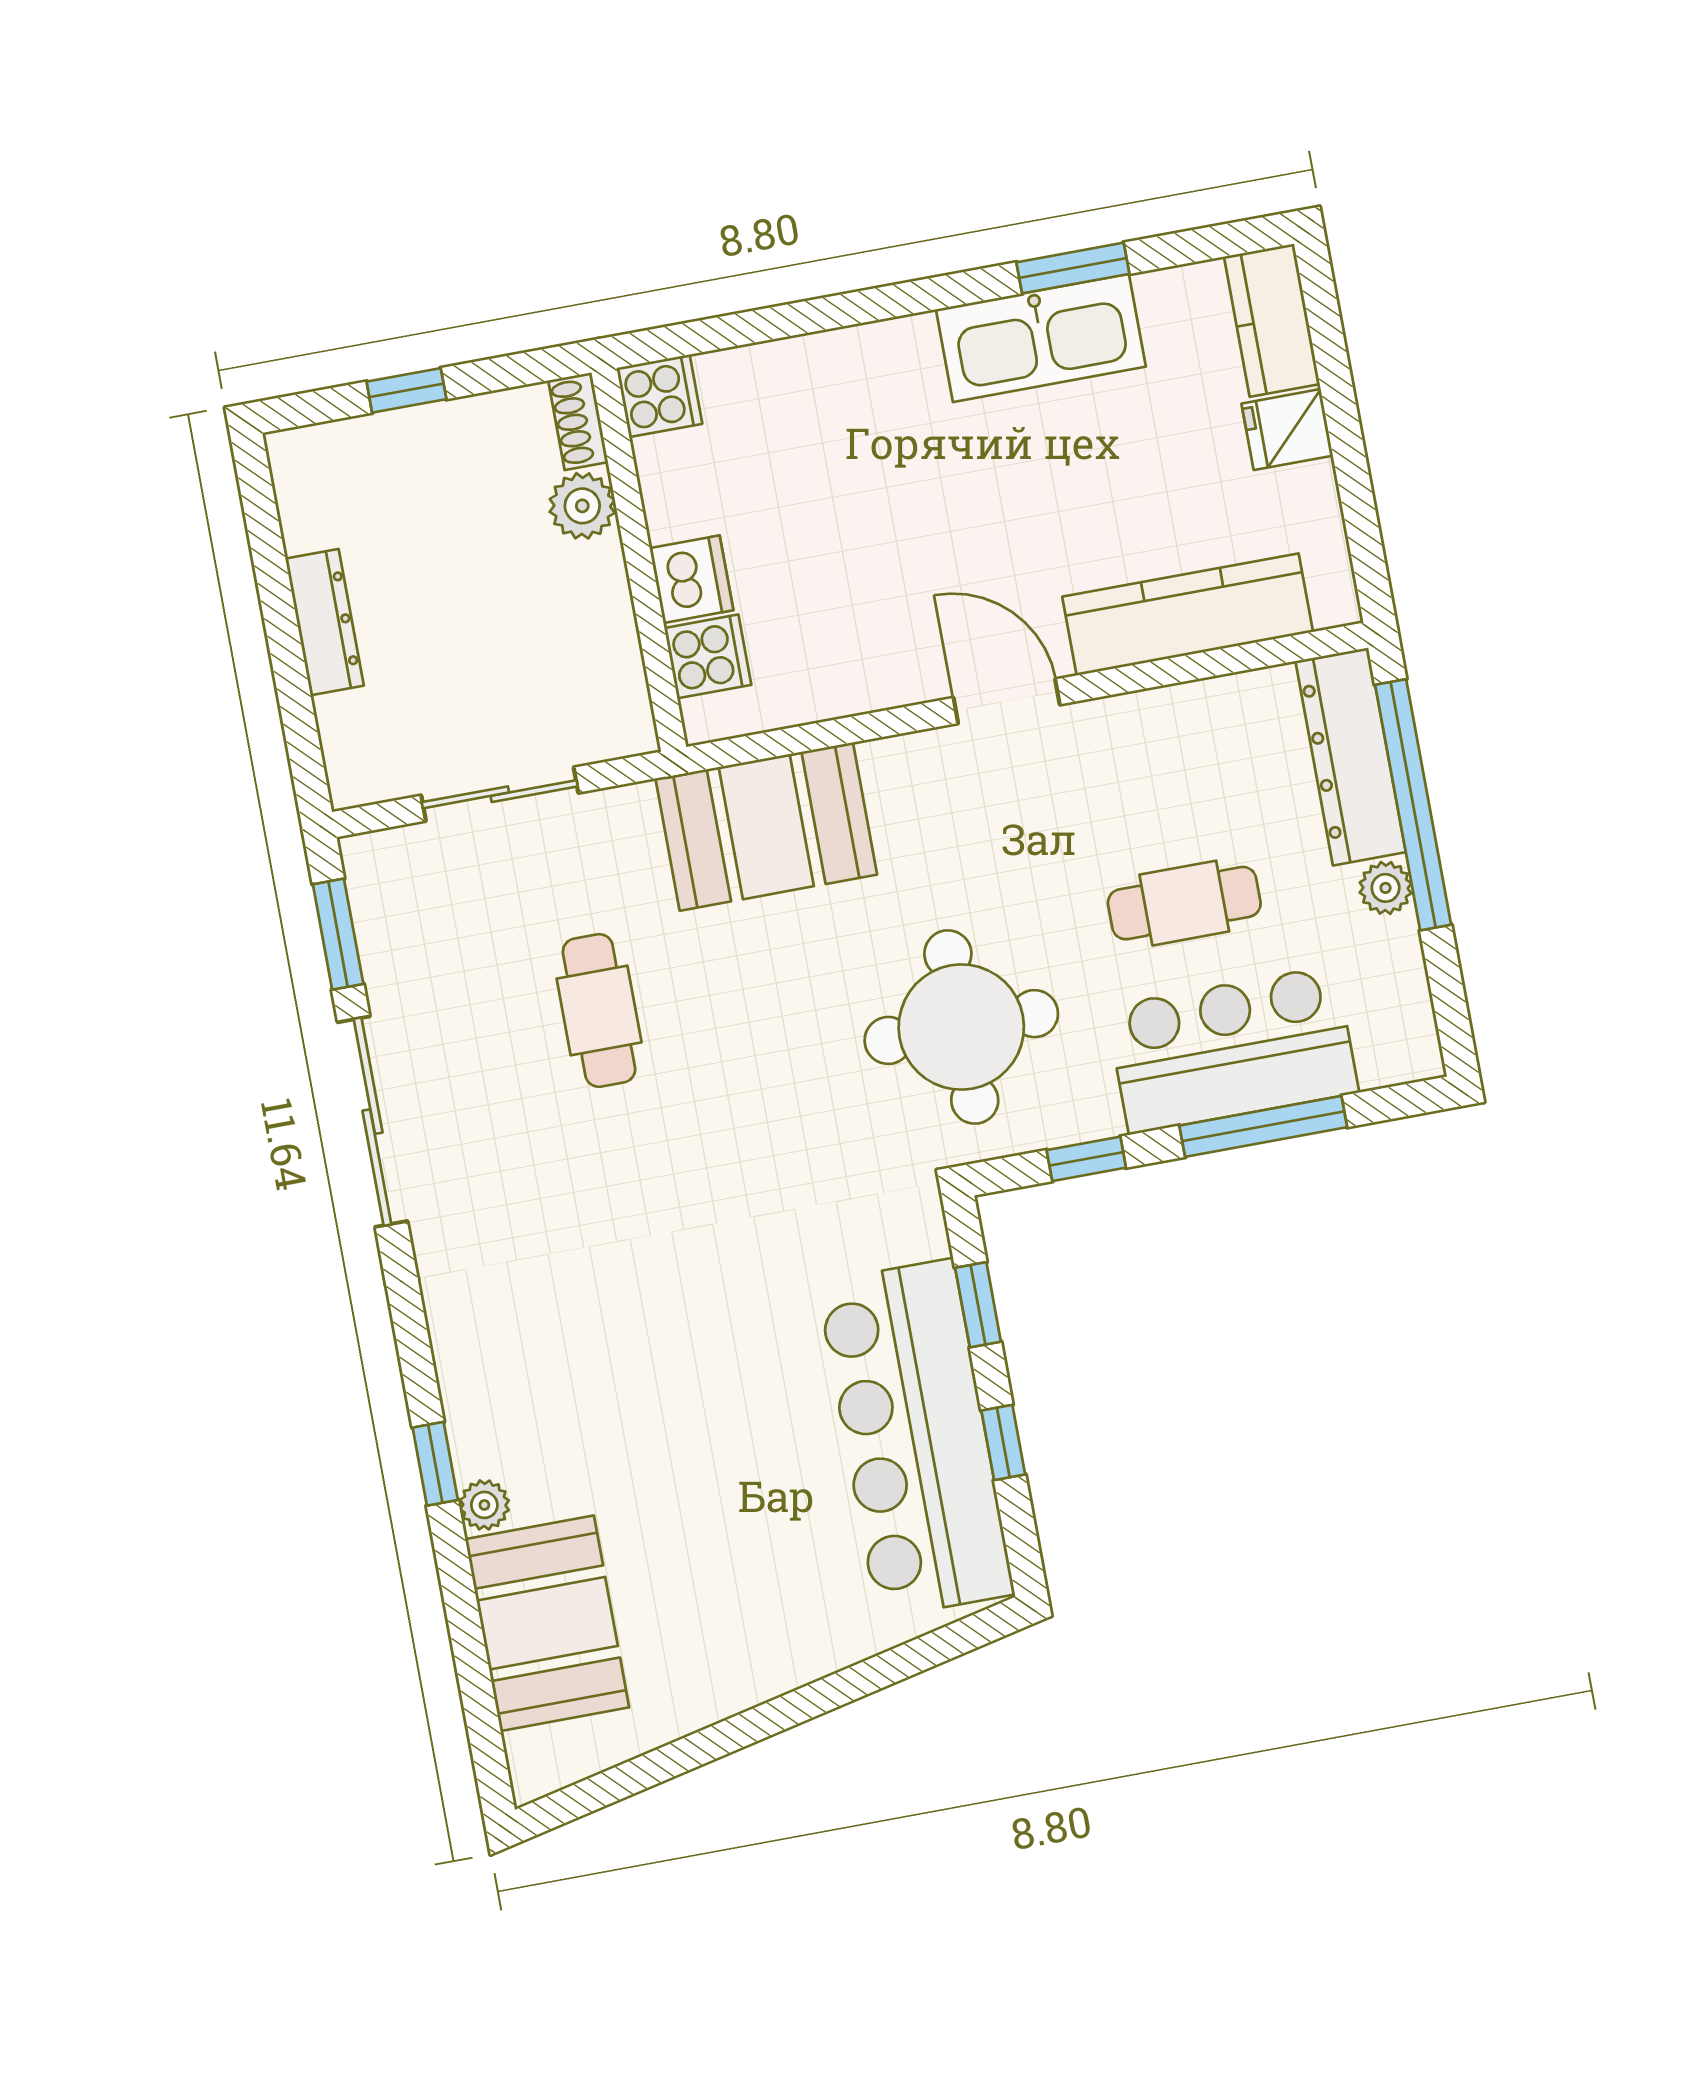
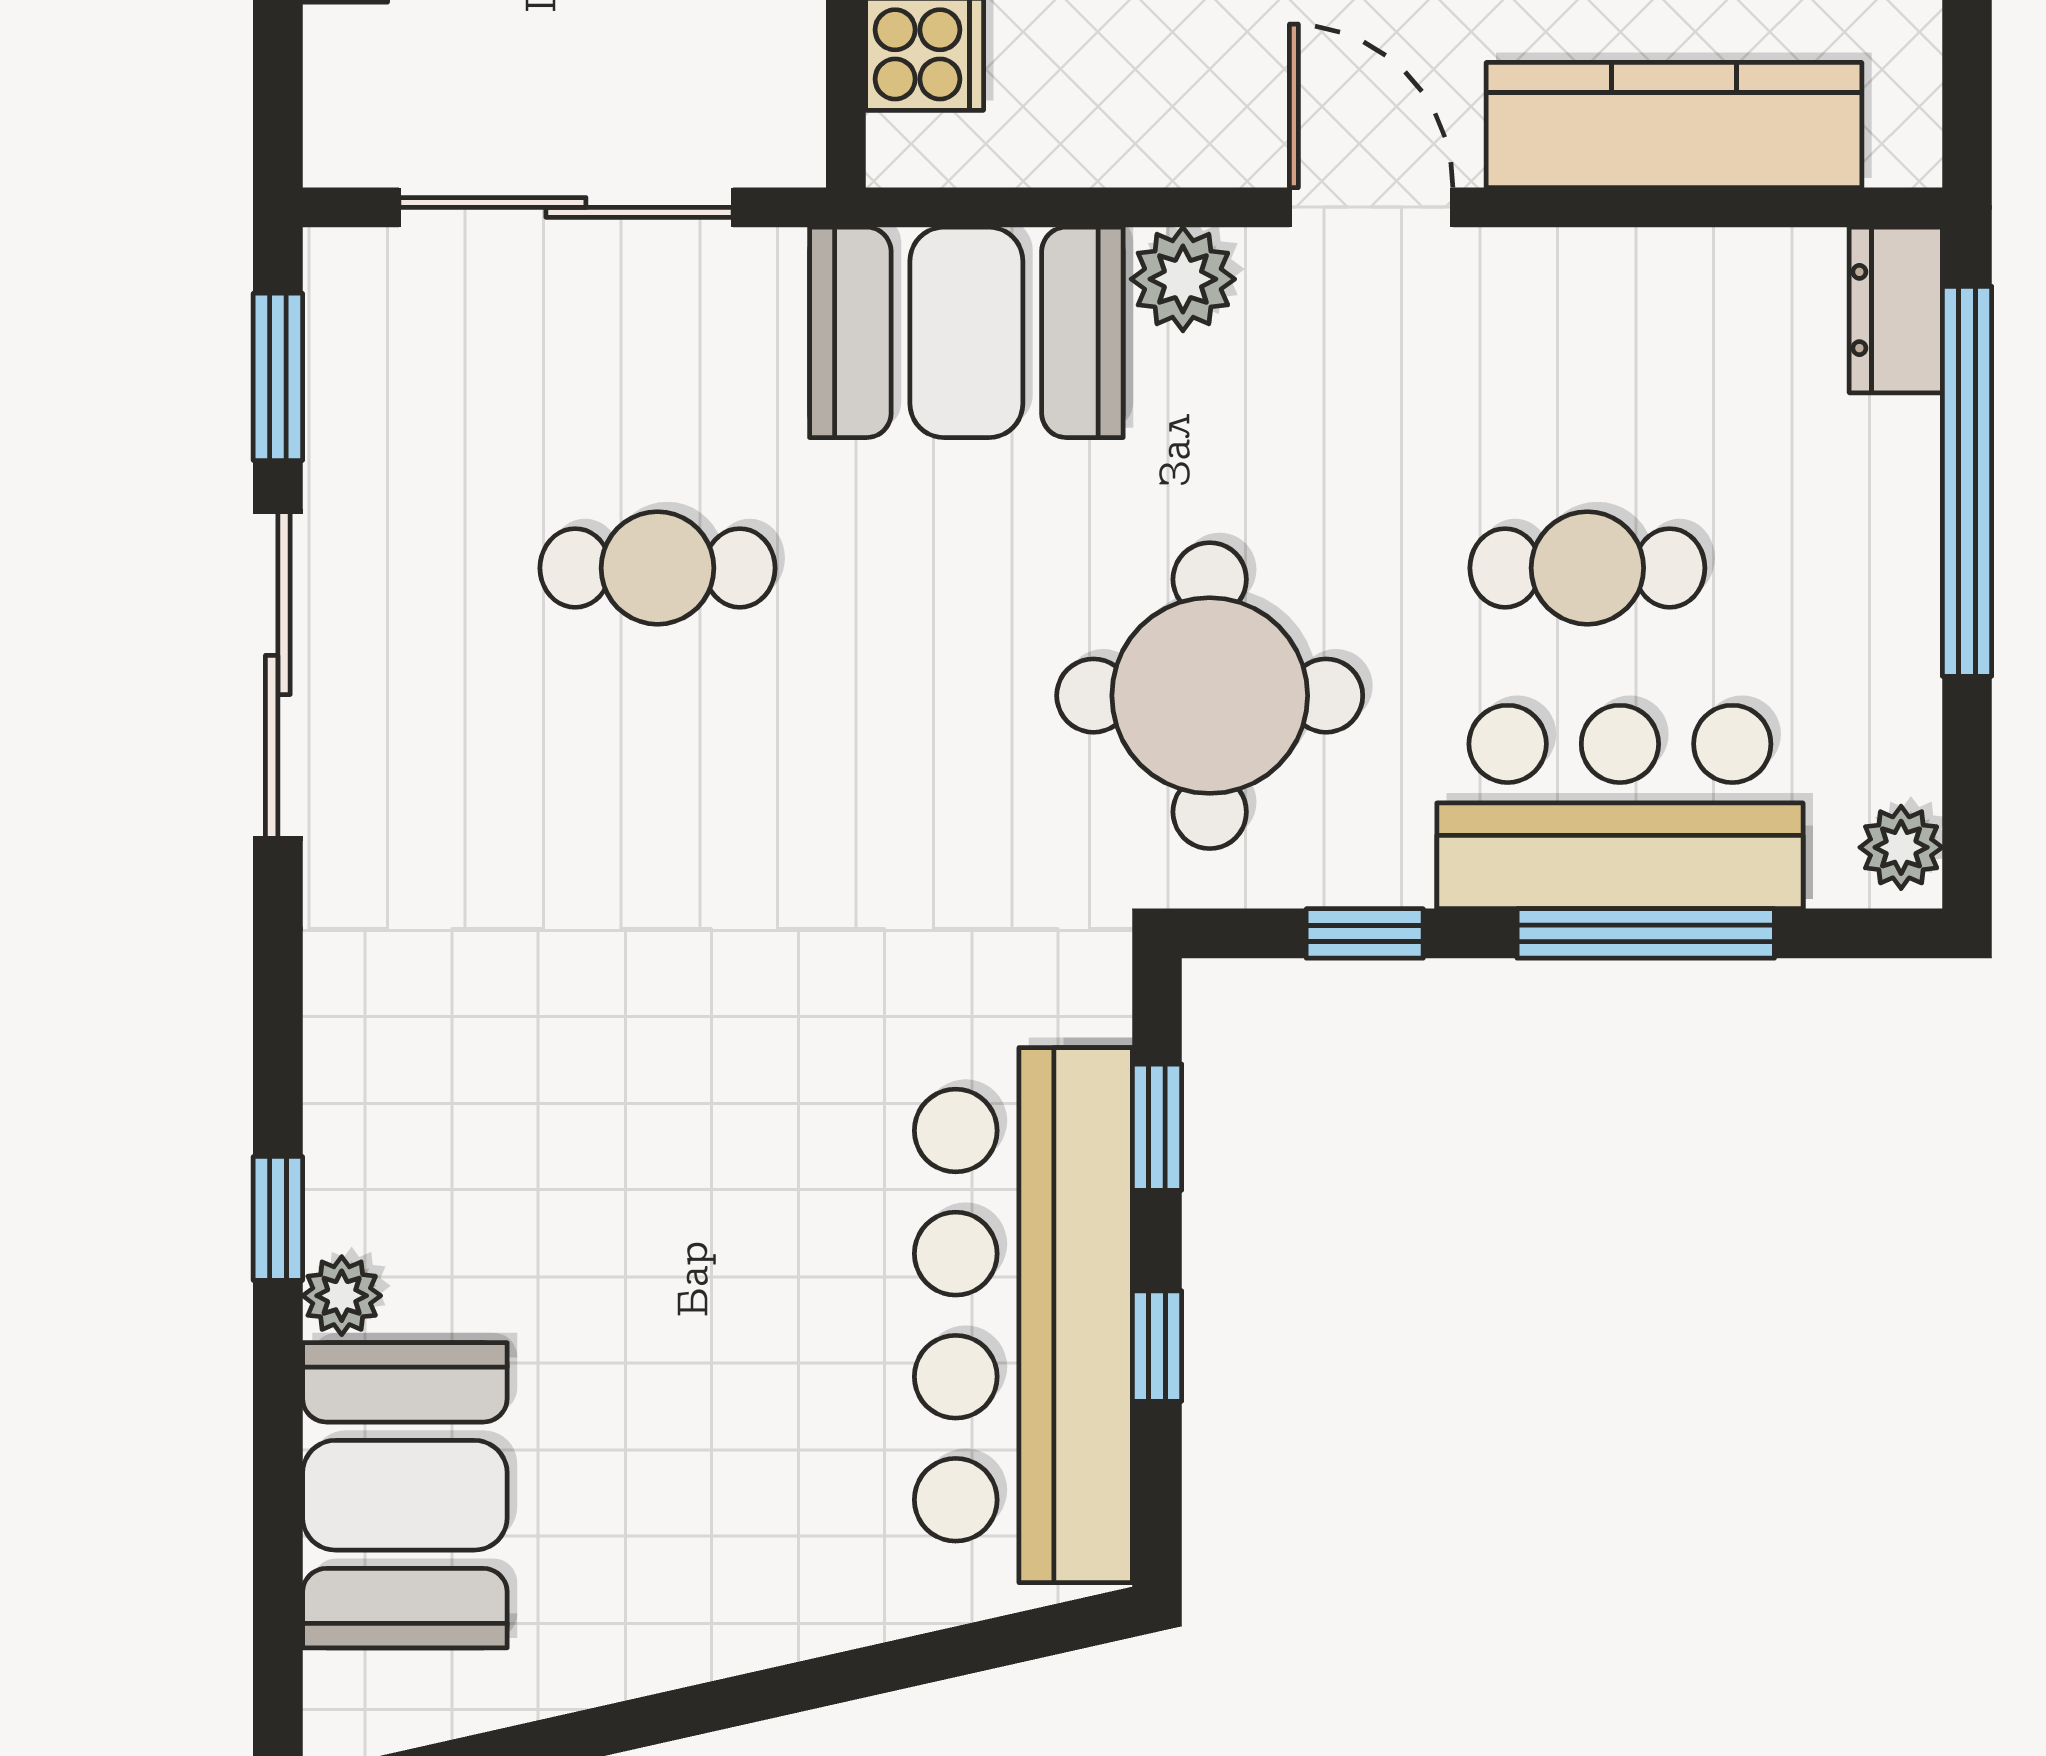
dresser: (1351, 757) -> (1896, 310), width x0.51, depth x0.80
plant: (896, 768) -> (1183, 279), added
sliding door: (500, 794) -> (566, 207), width x1.37
plant: (1386, 888) -> (1901, 847), moved
cafe table: (599, 1010) -> (657, 568), turned 90

